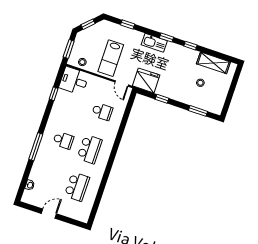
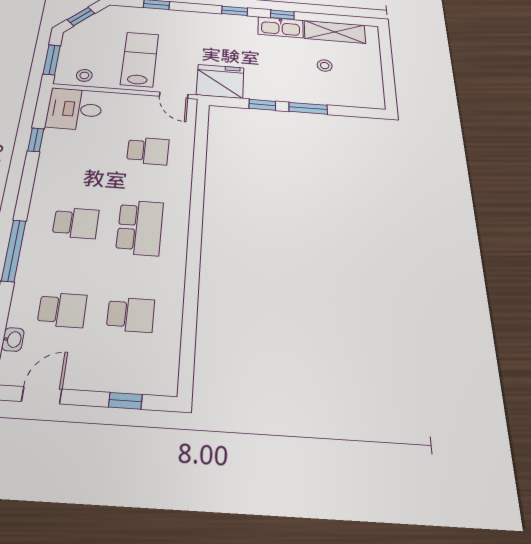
kitchen sink: (154, 43) -> (281, 27), moved
lab bench: (111, 58) -> (140, 59), turned 180
window: (198, 111) -> (308, 108), moved
school desk: (51, 178) -> (62, 310), added
school desk: (77, 187) -> (131, 315), width x0.54
door: (49, 214) -> (42, 395), moved
window: (67, 220) -> (125, 401), added

